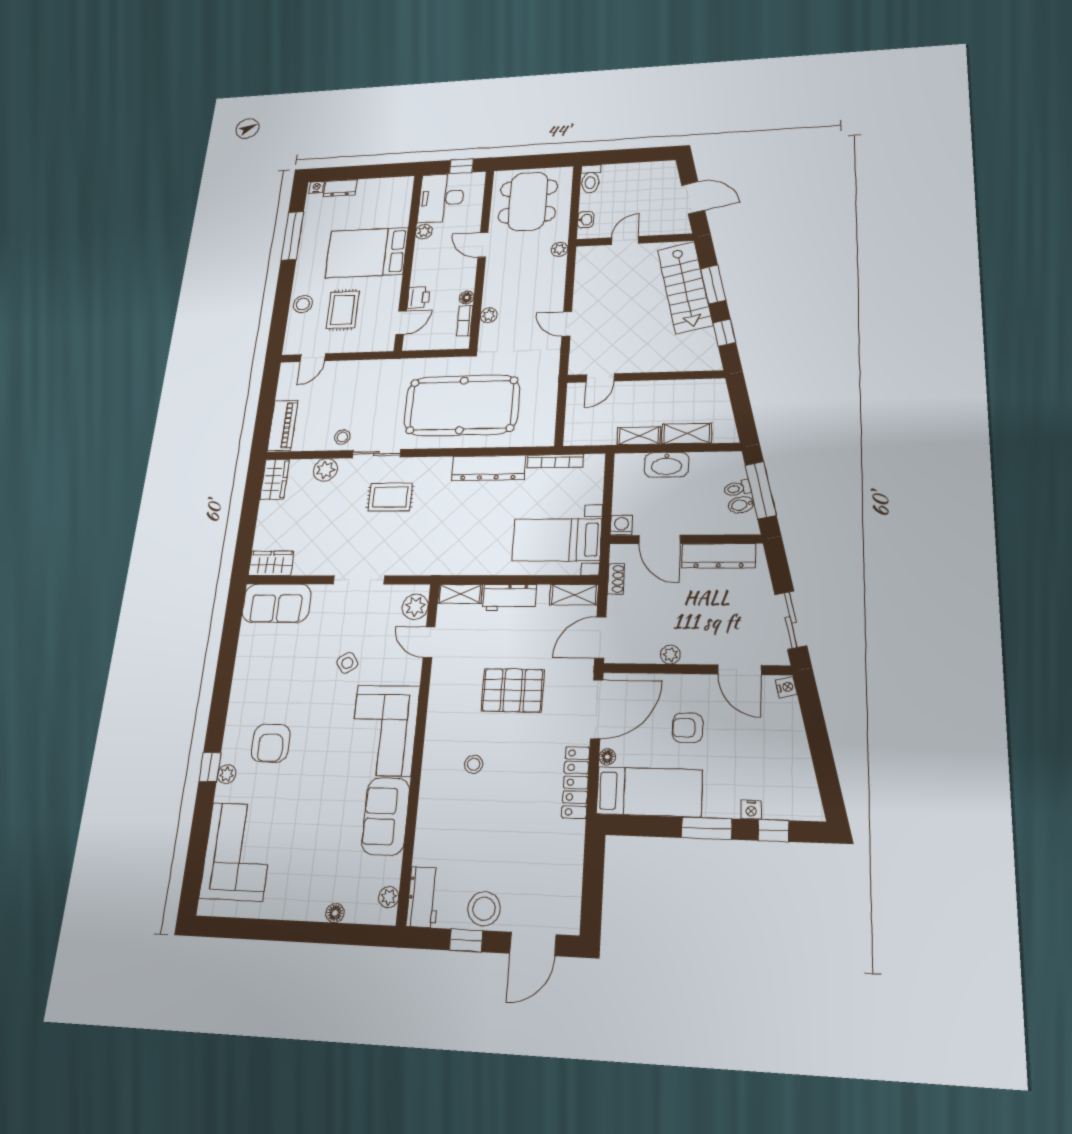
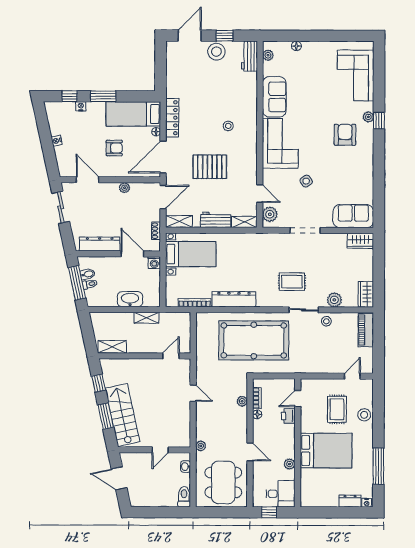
desk: (441, 198) -> (281, 494), width x0.73
shelving: (687, 434) -> (112, 347), moved
nightstand: (786, 687) -> (57, 141), moved

